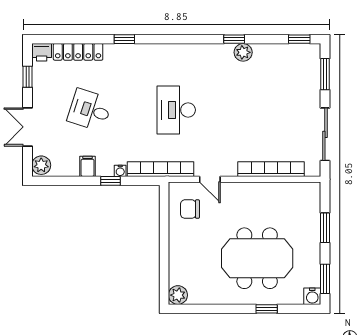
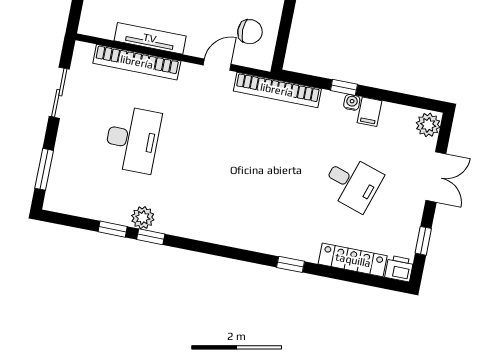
window: (299, 39) -> (113, 229), moved
desk: (176, 110) -> (132, 139), moved
sliding door: (325, 134) -> (59, 93), width x0.73
water cooler: (120, 171) -> (352, 102), moved
door: (210, 179) -> (217, 65), hinge flipped
tv unit: (264, 189) -> (150, 38), added

